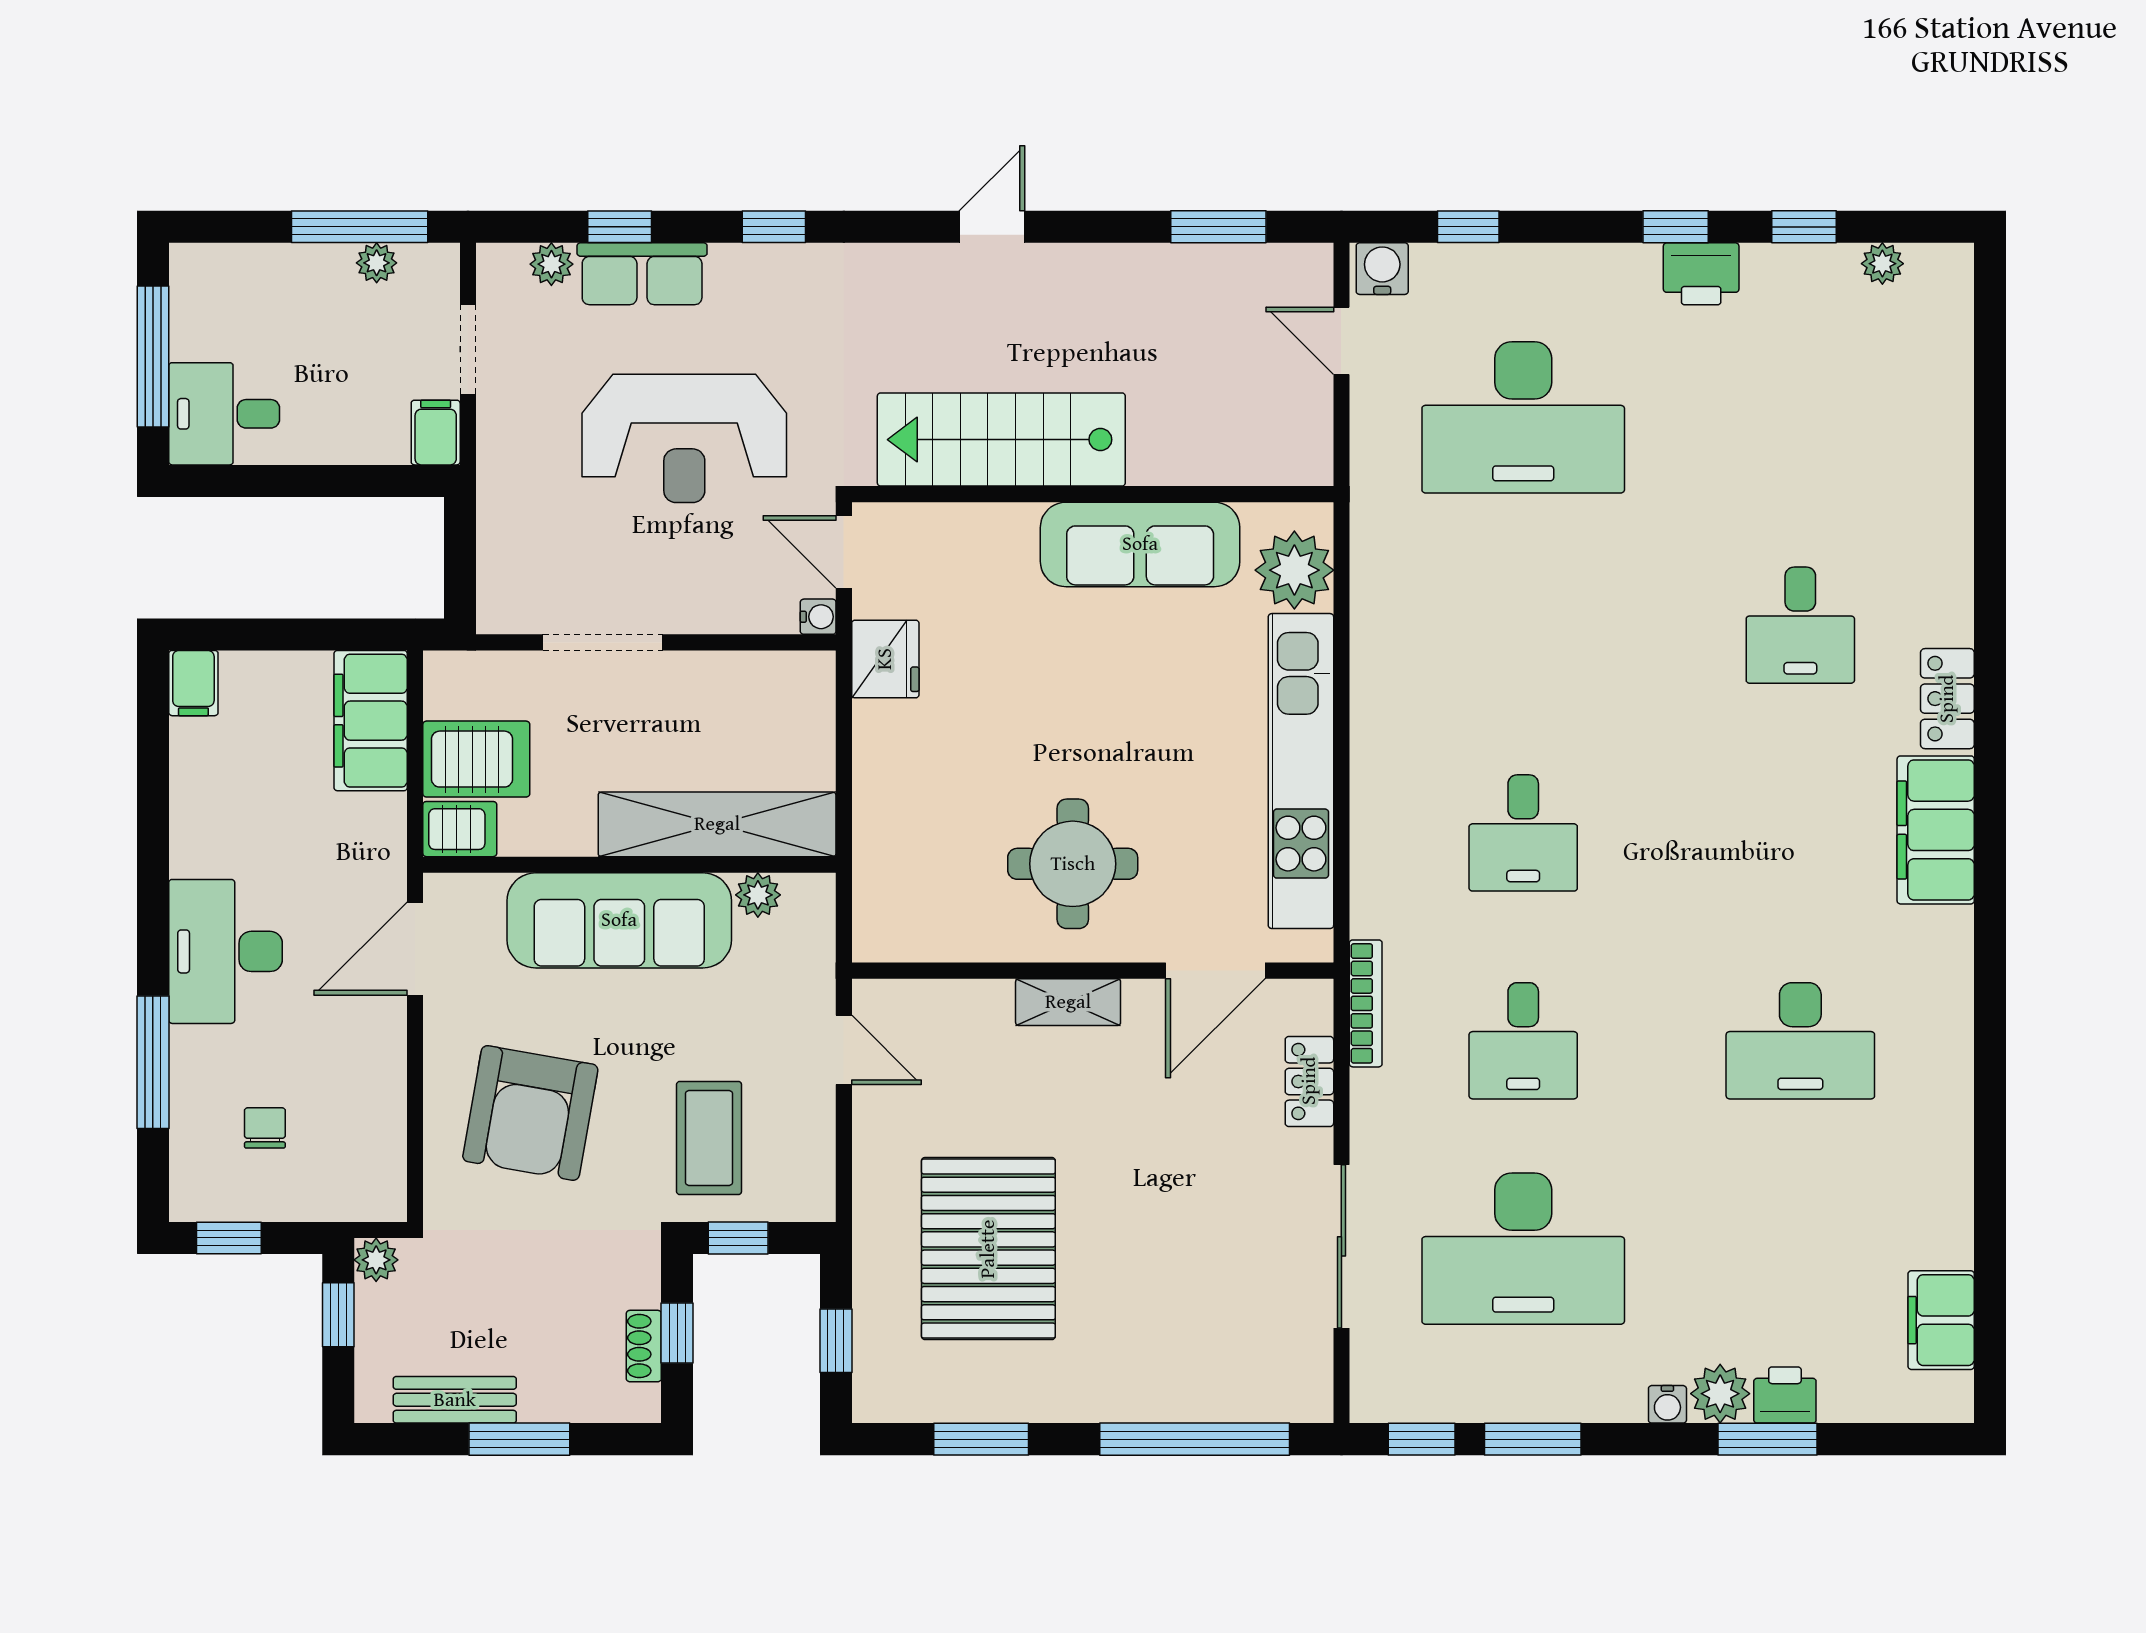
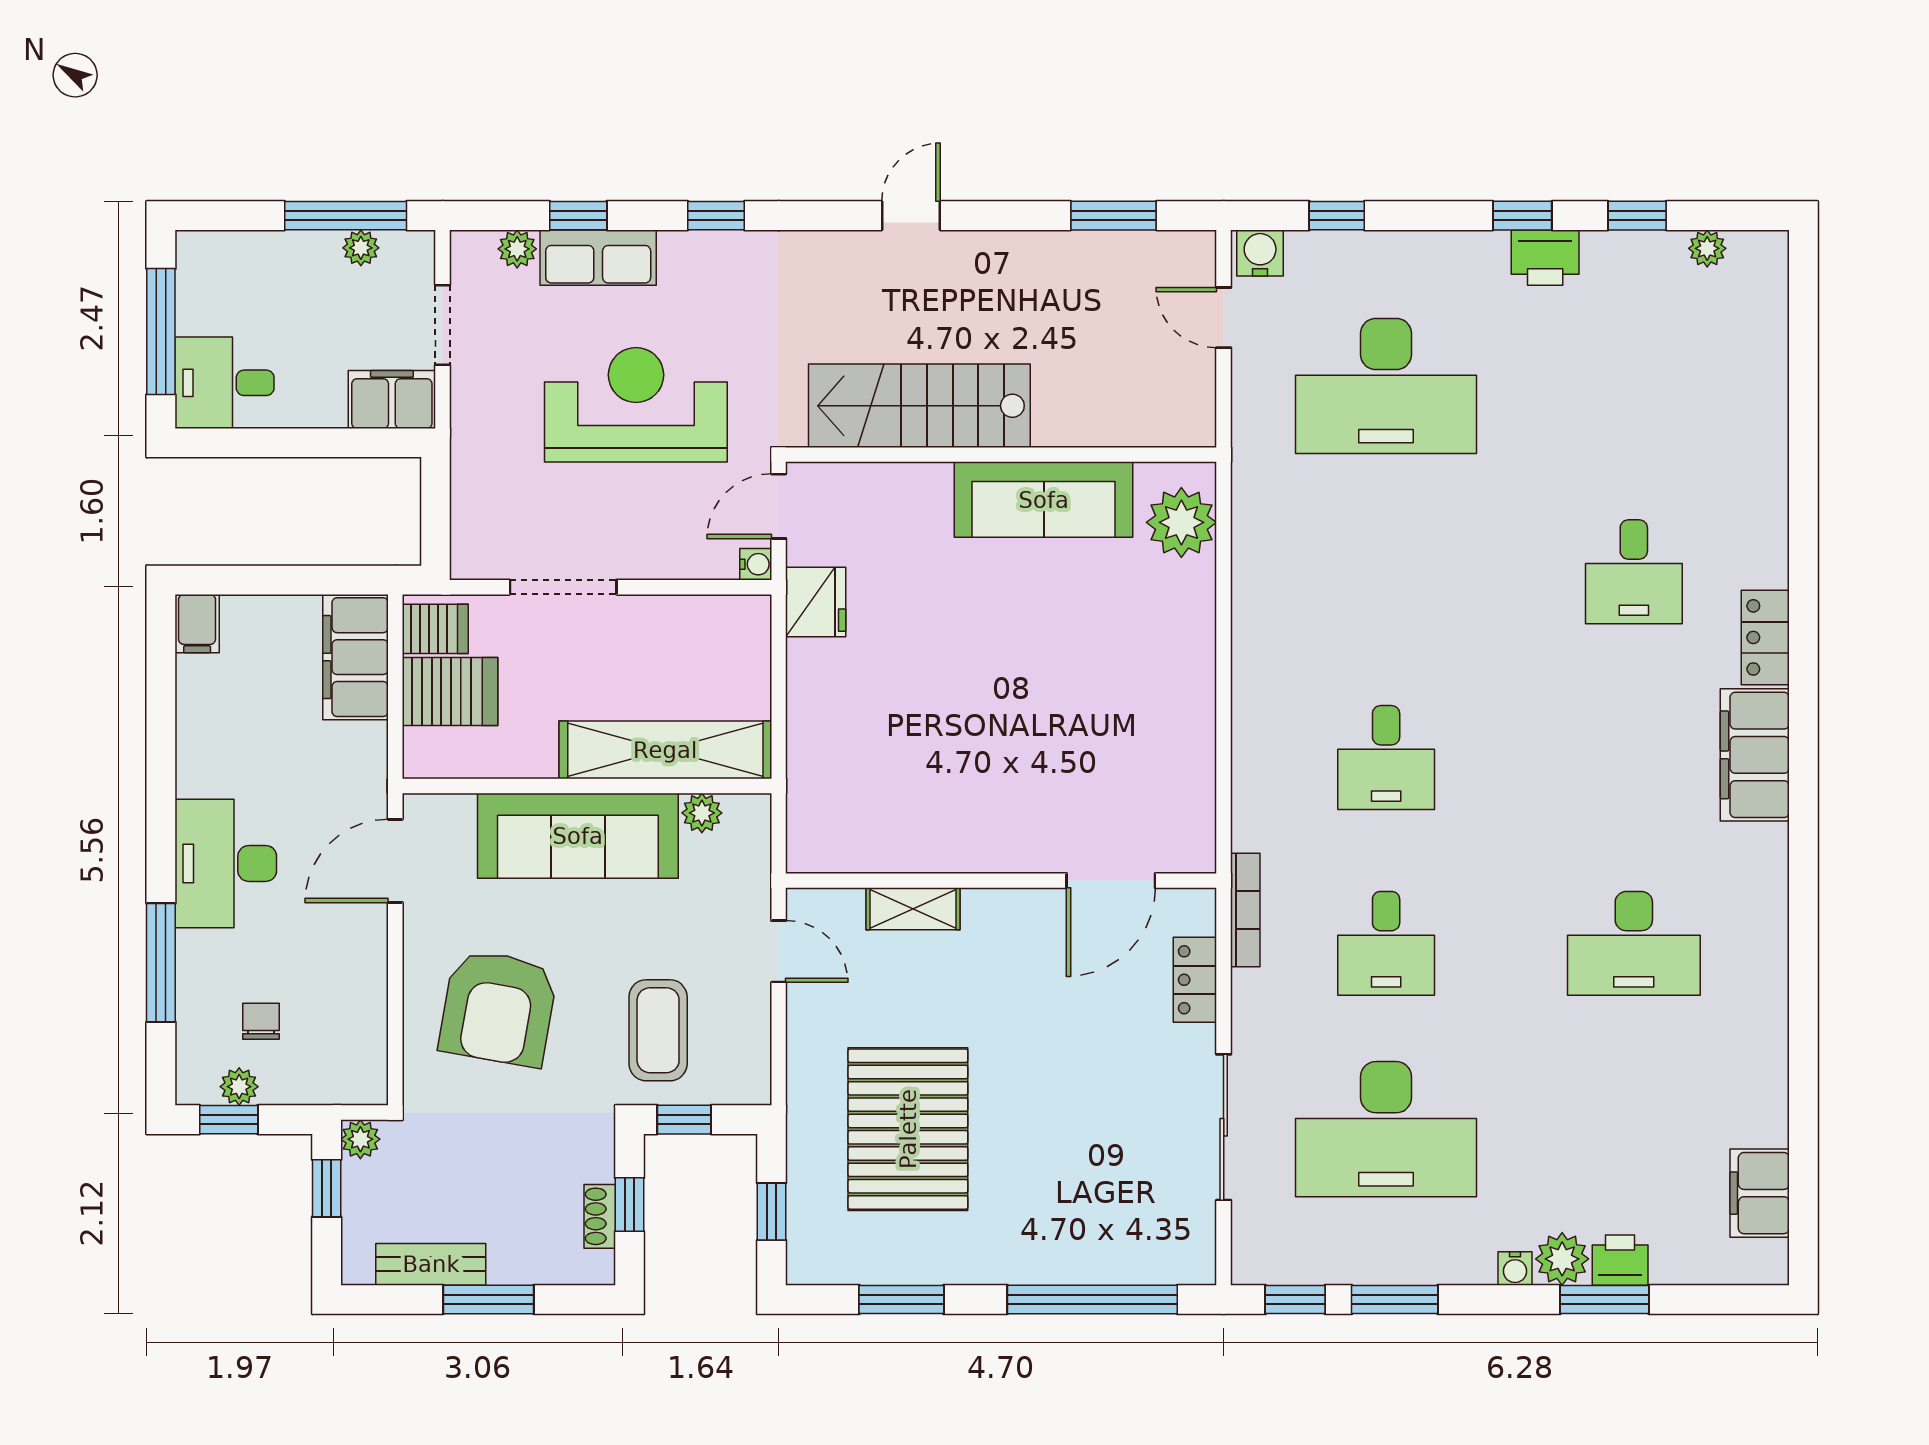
filing cabinet: (436, 433) -> (392, 400), width x2.00
reception desk: (684, 438) -> (636, 405), turned 180
door: (844, 552) -> (779, 506), hinge flipped
kitchen unit: (1301, 771) -> (1187, 702), removed
server rack: (460, 829) -> (435, 629), moved
round table: (1073, 864) -> (983, 785), removed
shelving: (1068, 1002) -> (913, 909), moved
plant: (240, 1201) -> (239, 1087), added

